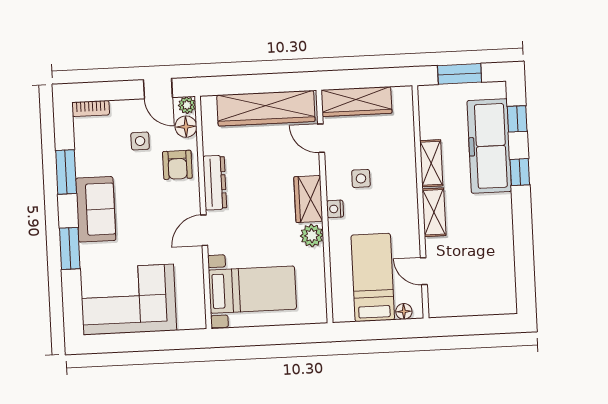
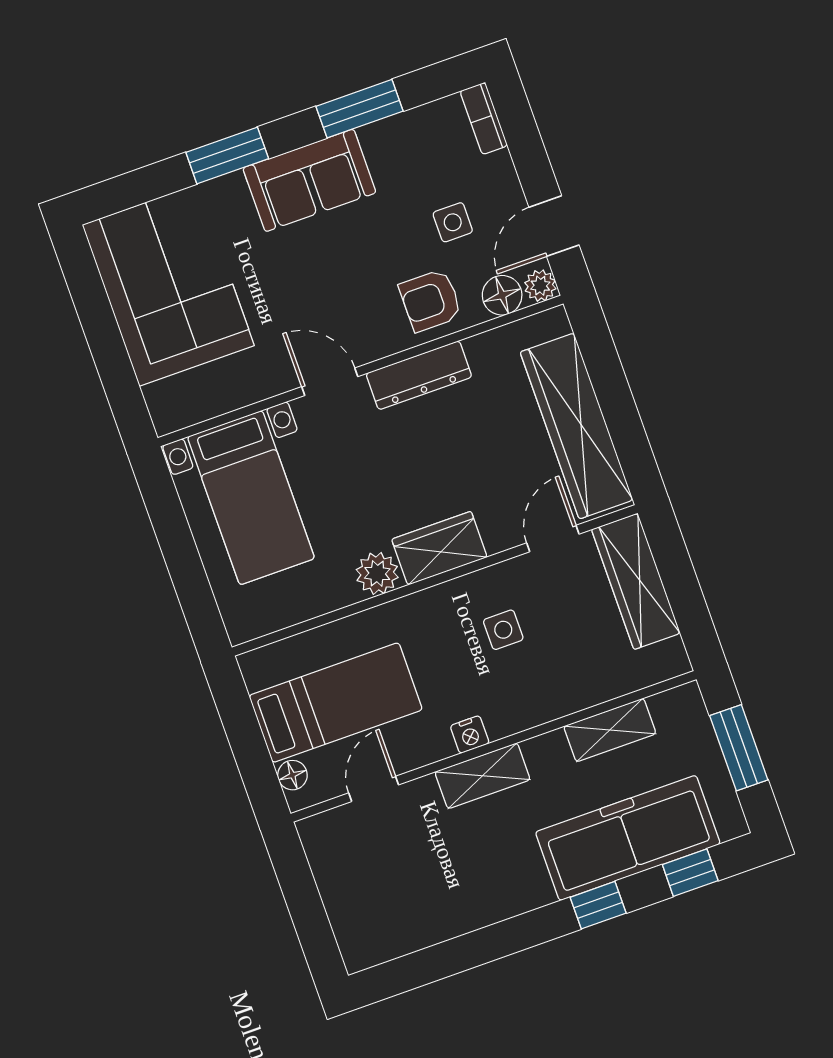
shelving: (431, 163) -> (610, 730), moved
nightstand: (335, 209) -> (470, 735), moved, turned 180

